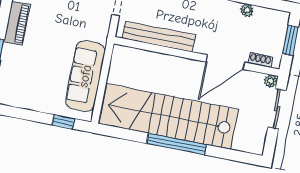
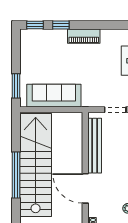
door: (225, 62) -> (85, 188), moved
window: (63, 122) -> (16, 86), width x1.50

